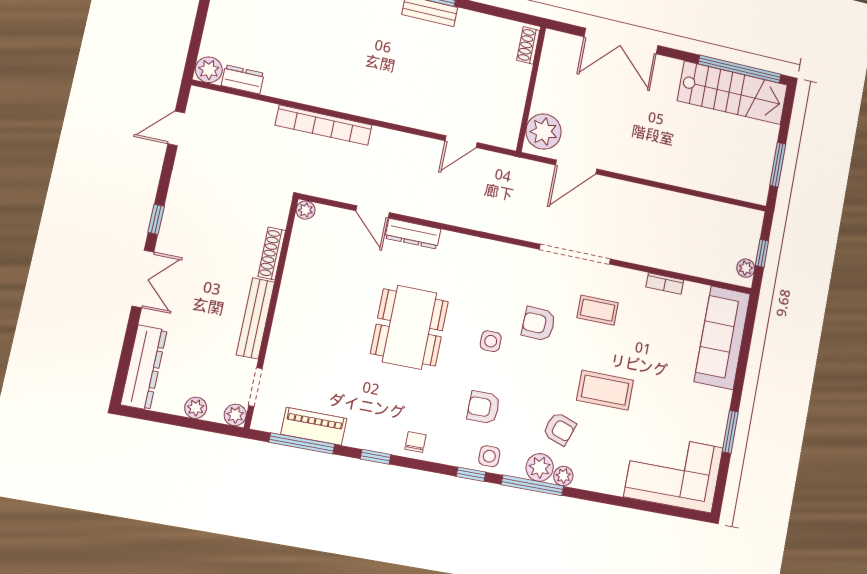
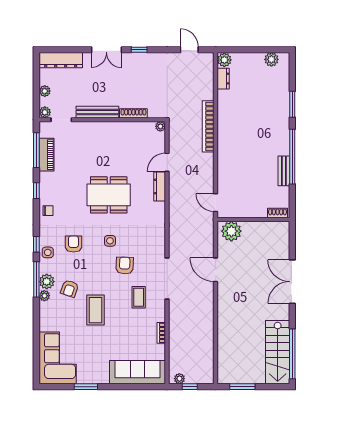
shoe rack: (528, 45) -> (278, 213), moved
wall: (531, 89) -> (253, 220), moved
plant: (544, 132) -> (231, 231), moved

